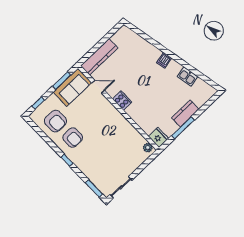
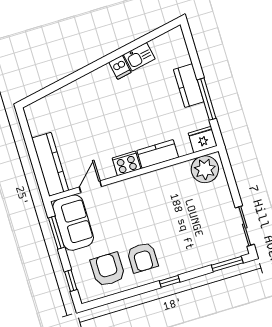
dishwasher: (164, 60) -> (120, 67), moved
kitchen counter: (137, 116) -> (158, 154), added
armchair: (56, 121) -> (108, 270), turned -90
armchair: (73, 138) -> (142, 257), turned 90
plant: (148, 148) -> (205, 169), width x1.88, depth x1.88

